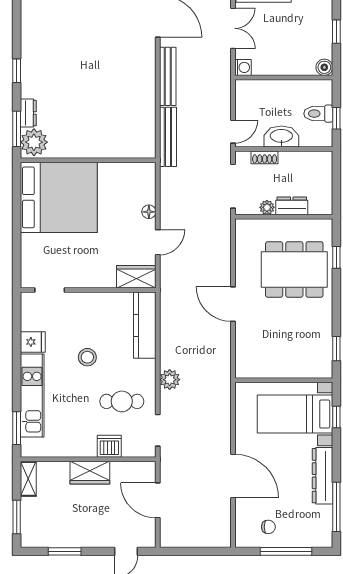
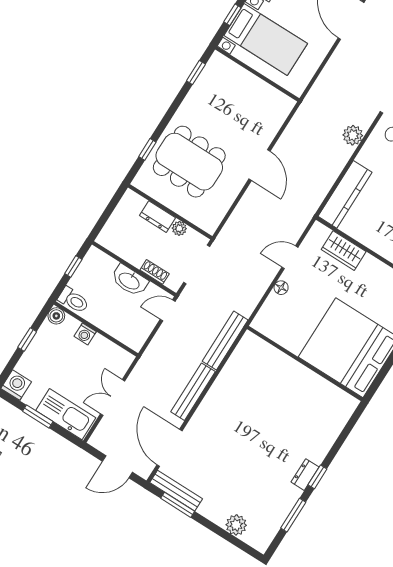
washing machine: (243, 67) -> (85, 334), moved, turned -90
dresser: (28, 113) -> (305, 475), moved
toilet: (318, 114) -> (73, 300), moved
window: (17, 129) -> (293, 515), moved
plant: (34, 142) -> (341, 407), removed
wardrobe: (136, 277) -> (344, 251), moved

